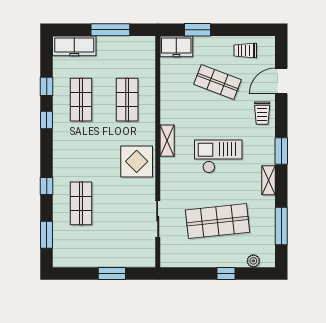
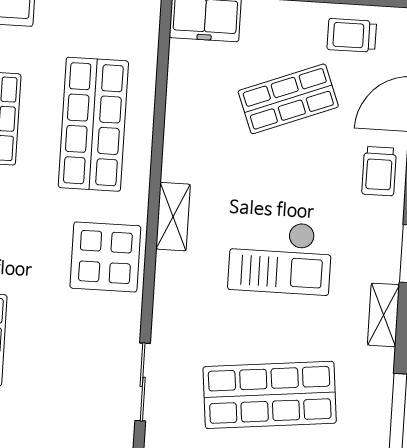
shop shelf: (218, 82) -> (288, 99), turned -42
shop shelf: (127, 100) -> (93, 124), width x1.43, depth x1.36
checkout: (218, 156) -> (280, 257), turned 180

